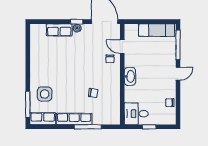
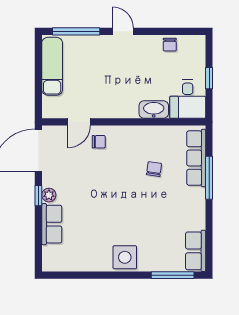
washbasin: (130, 76) -> (154, 110), moved
side table: (45, 94) -> (125, 257), moved
row of seats: (74, 119) -> (196, 158), moved

